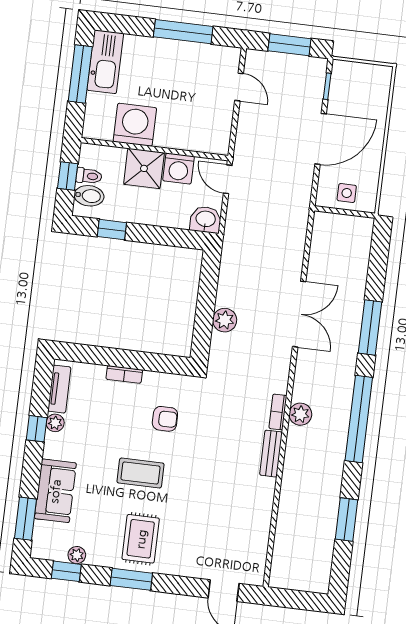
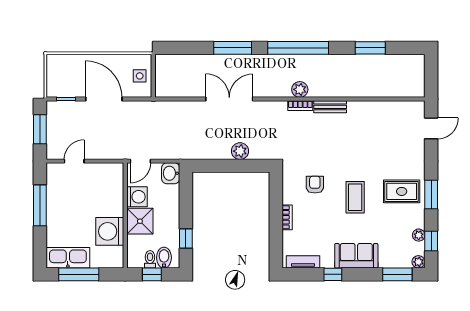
plant: (55, 423) -> (418, 262), moved
sofa: (55, 491) -> (356, 256), moved

